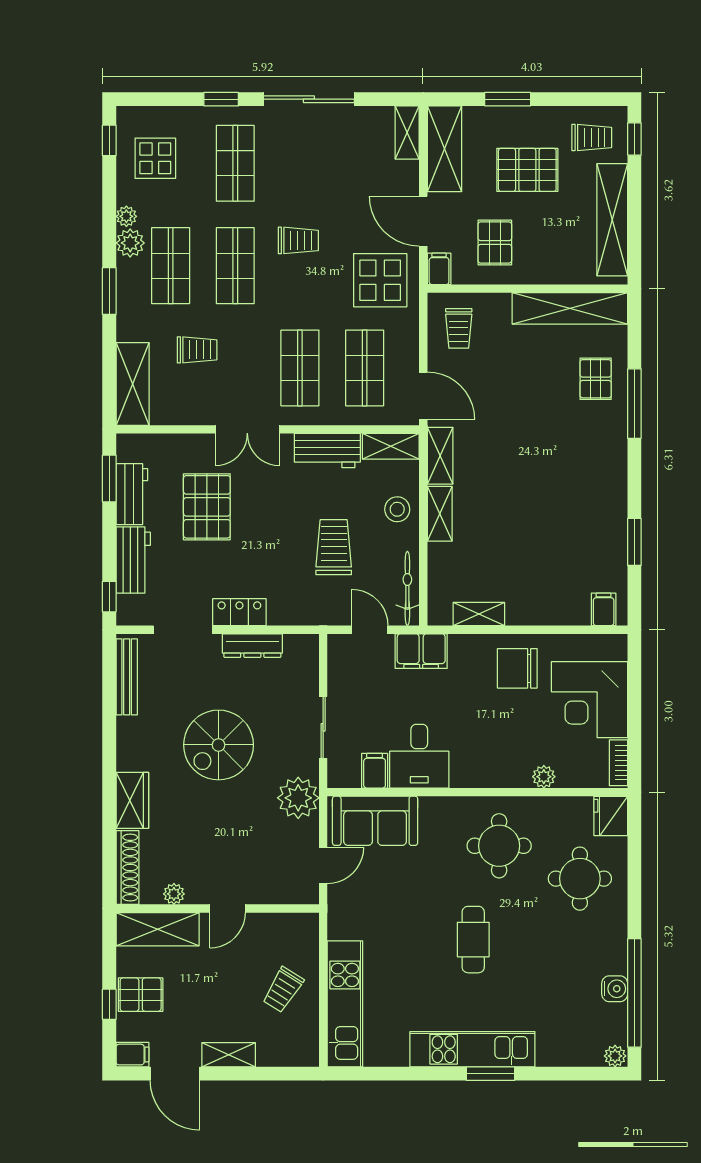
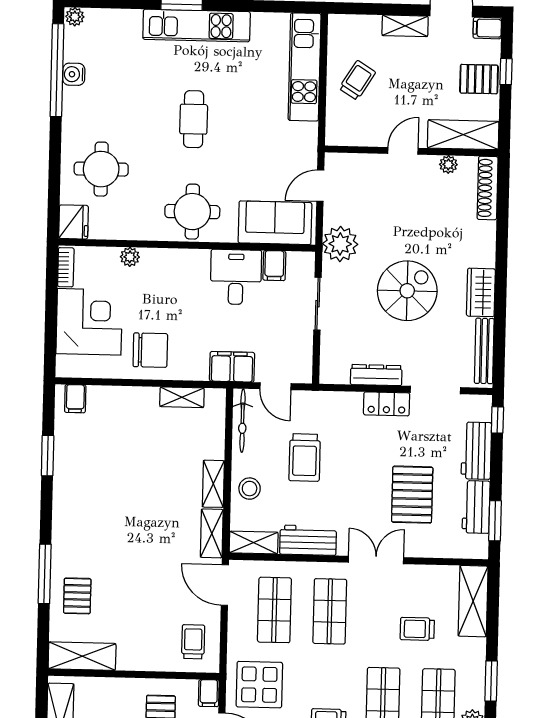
shelving: (570, 308) -> (82, 656), width x0.68
wardrobe: (132, 800) -> (481, 292), moved
round table: (499, 846) -> (192, 212), moved

